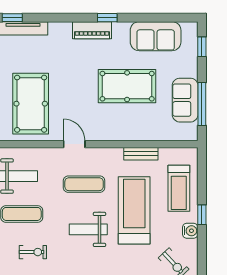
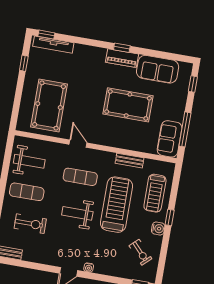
piano: (92, 30) -> (122, 58), moved
sofa: (185, 100) -> (170, 139), moved
exercise bike: (33, 252) -> (30, 224), width x1.38, depth x1.39

